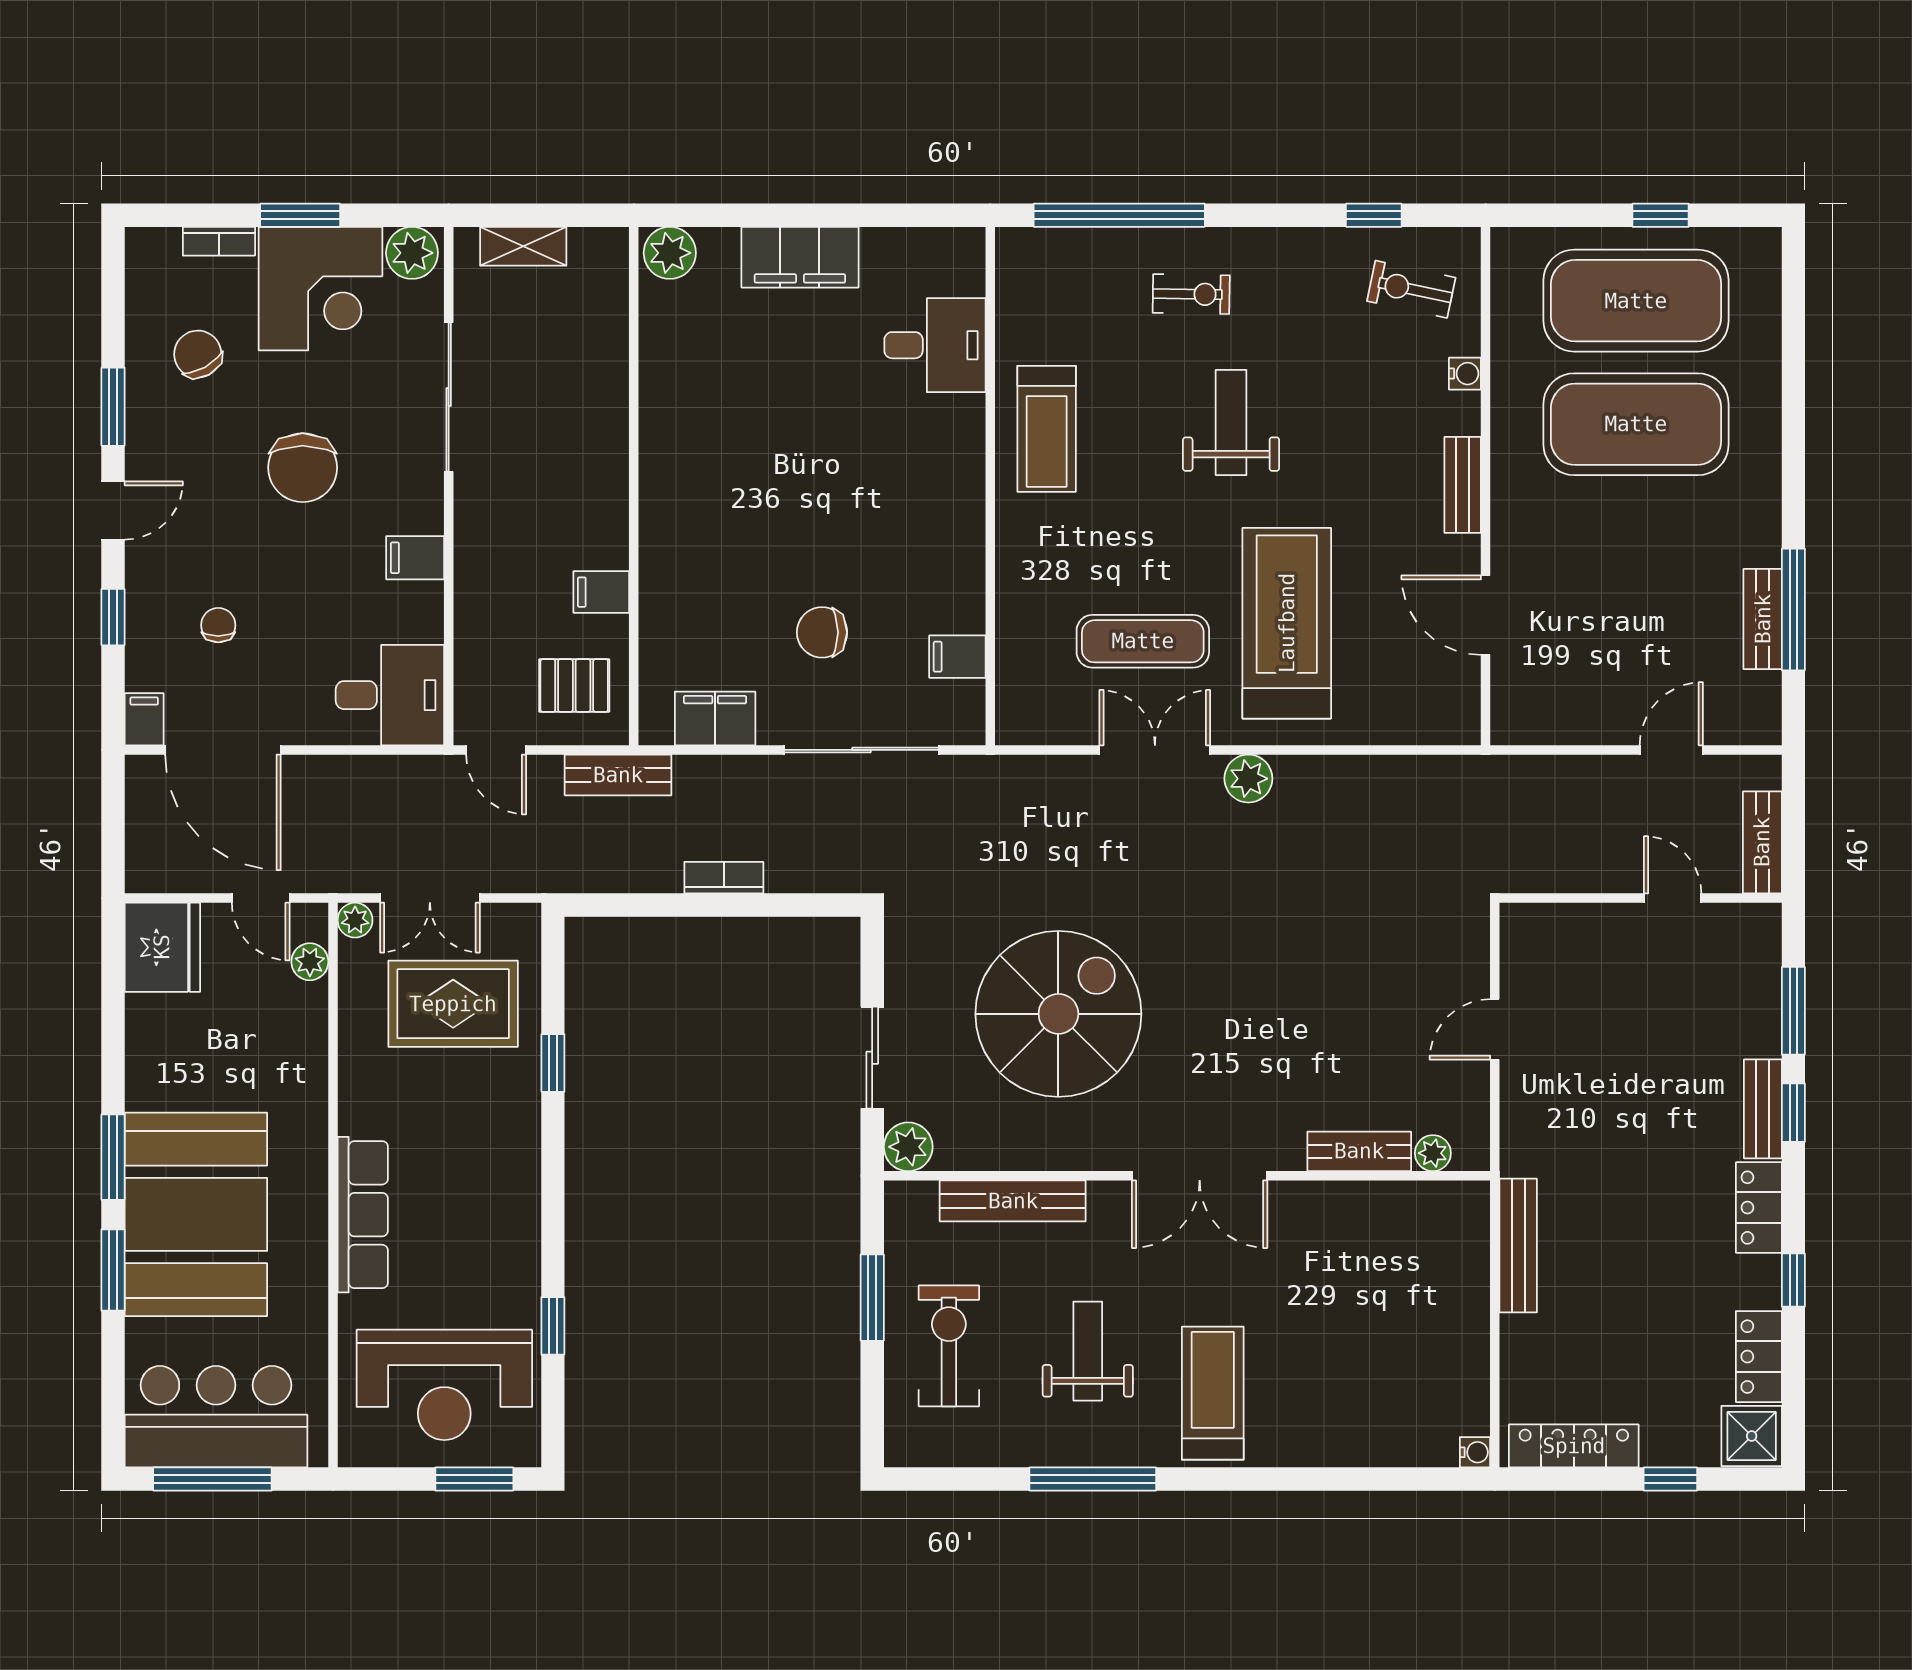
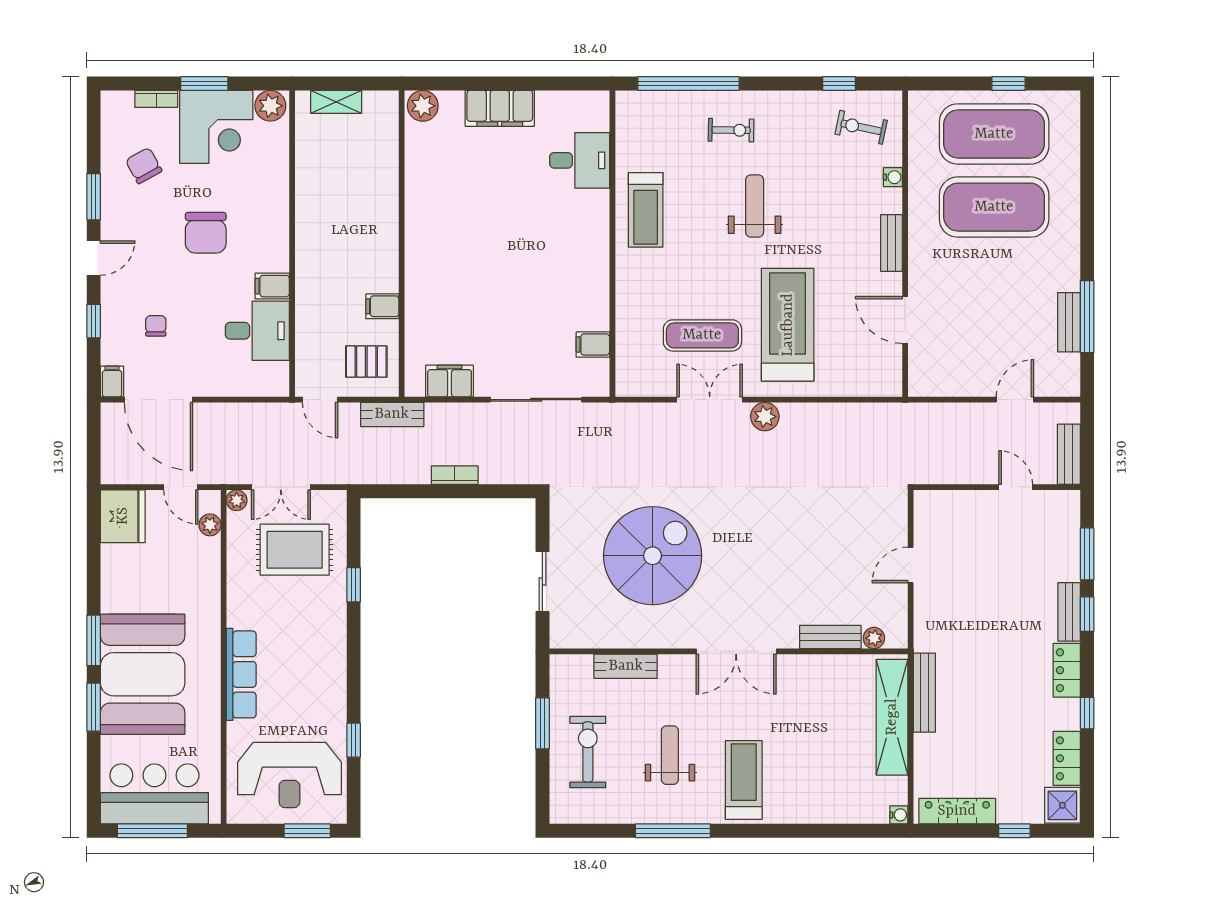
sliding door: (449, 397) -> (292, 191), removed
chair: (822, 632) -> (513, 330), removed
desk: (390, 695) -> (257, 331), moved
plant: (908, 1147) -> (564, 634), removed
bench: (1013, 1201) -> (626, 666), width x0.73
shelving: (1463, 1287) -> (892, 717), added

